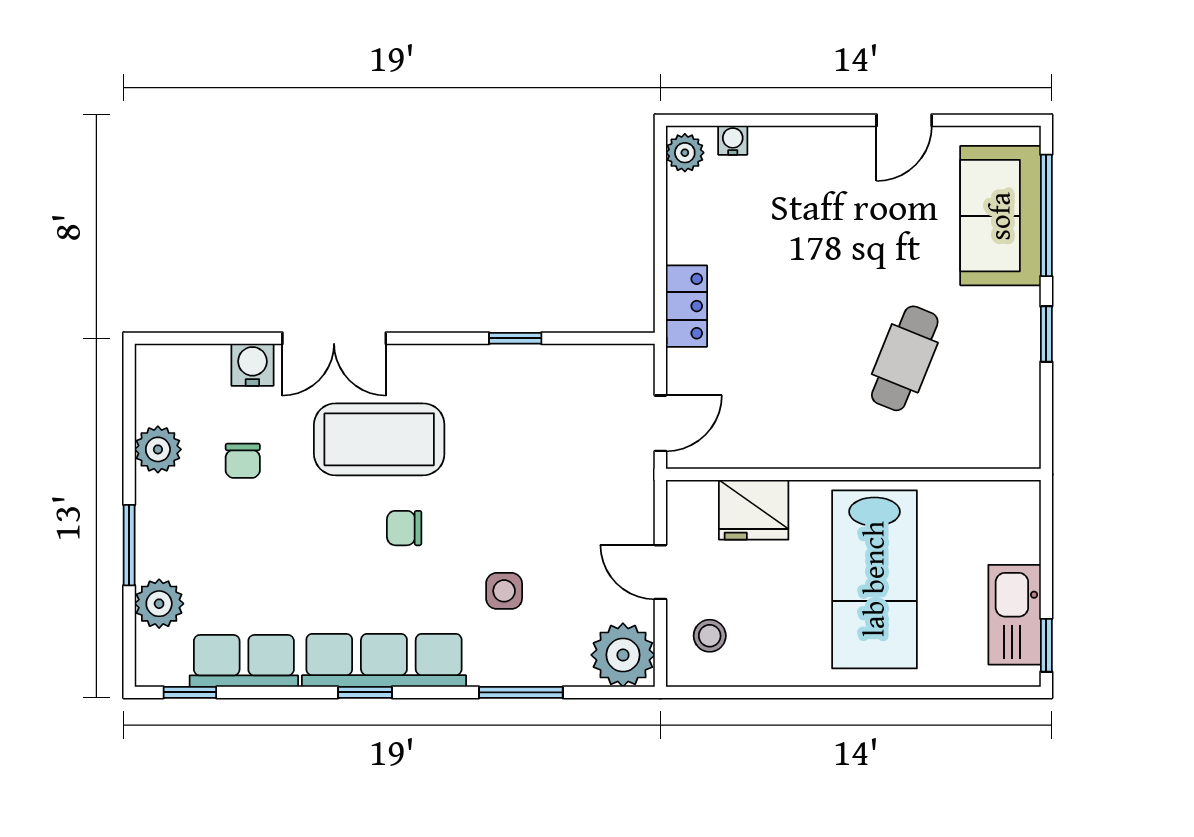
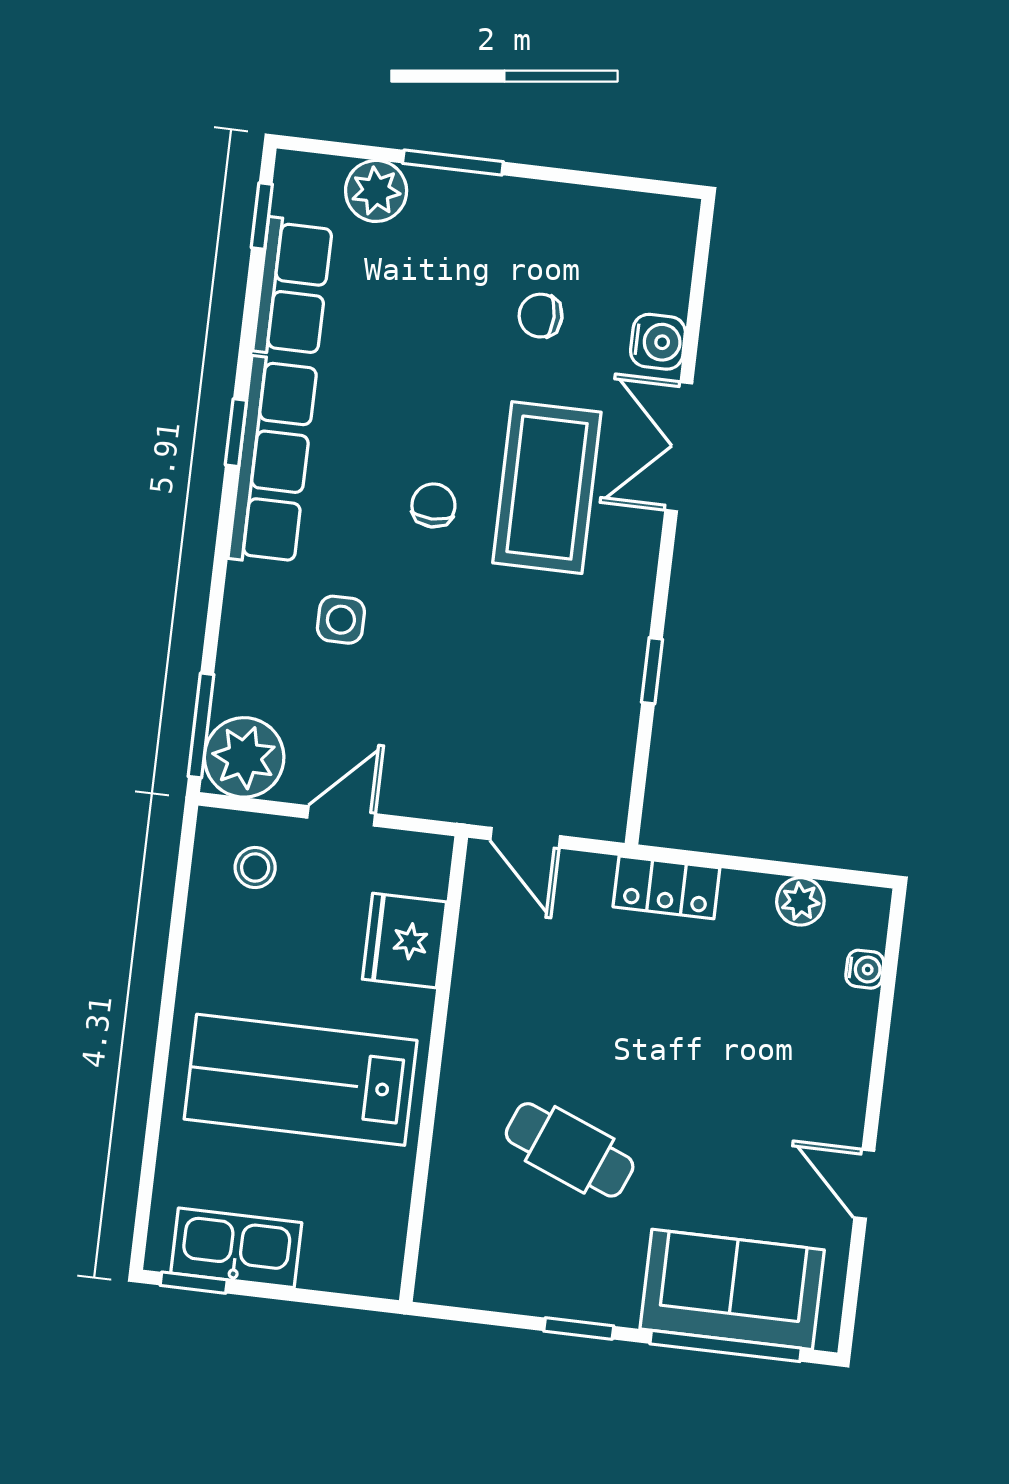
plant: (685, 153) -> (800, 901), moved
plant: (158, 449) -> (567, 212), removed
window: (521, 692) -> (201, 725), moved

